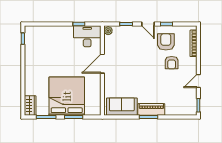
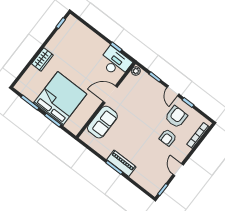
door: (198, 81) -> (178, 170), hinge flipped
wardrobe: (30, 105) -> (42, 59), moved
sofa: (122, 107) -> (102, 122), moved, turned 90

